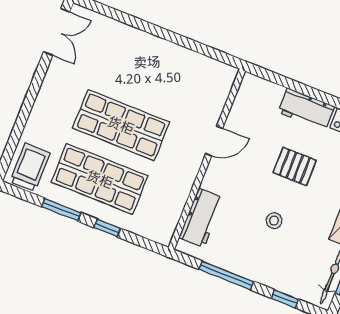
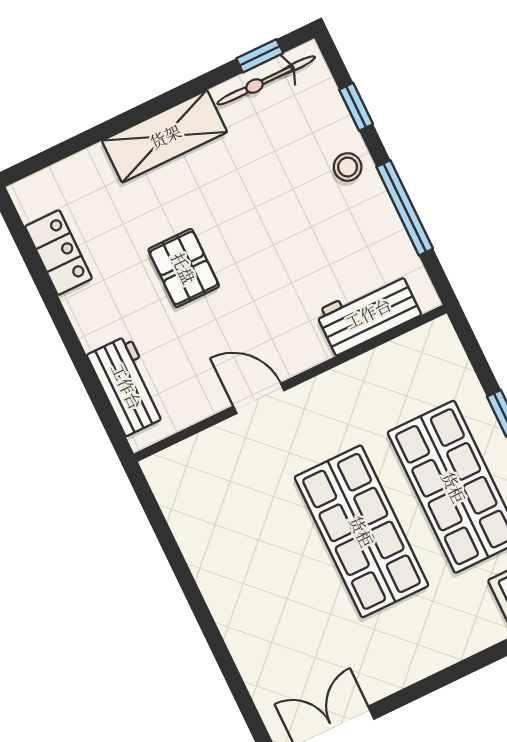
workbench: (306, 109) -> (127, 386), moved
stool: (274, 221) -> (348, 167), moved

